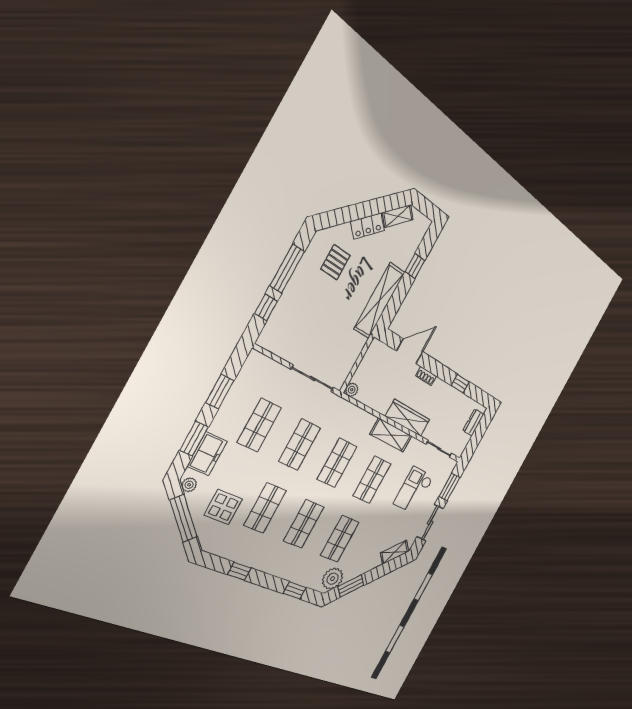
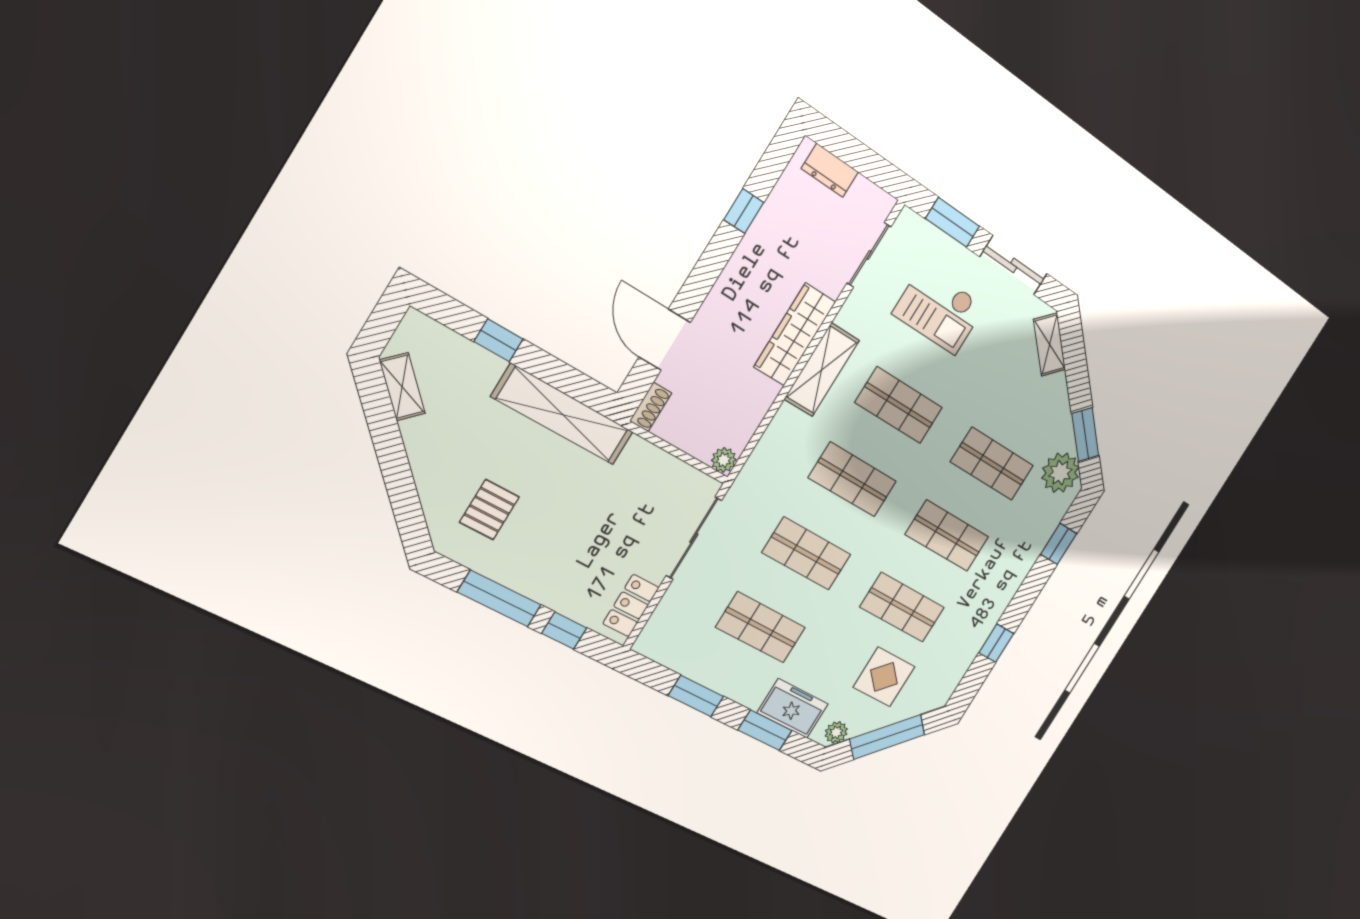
locker: (367, 226) -> (631, 606), moved, turned -135
pallet: (335, 262) -> (489, 510), turned 90
shoe rack: (426, 376) -> (651, 407), moved

